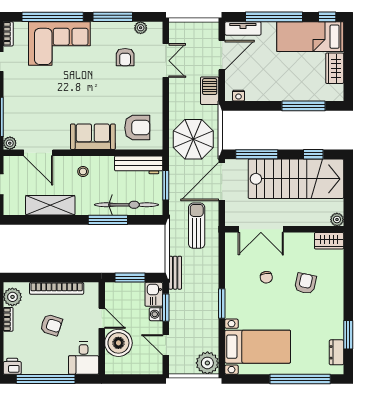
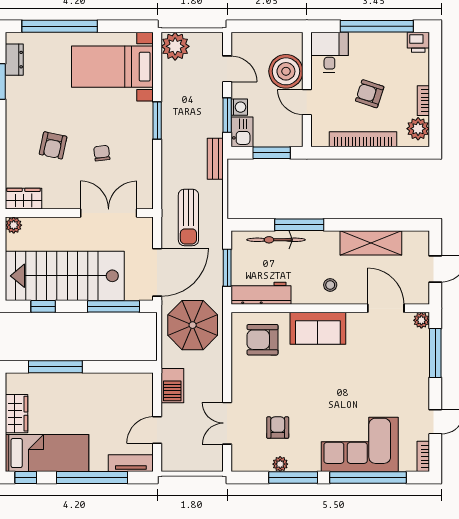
plant: (141, 28) -> (280, 464), moved
door: (222, 55) -> (157, 430), width x0.73
nightstand: (239, 96) -> (136, 379), removed
bicycle: (126, 205) -> (276, 240), width x0.73, depth x0.71

